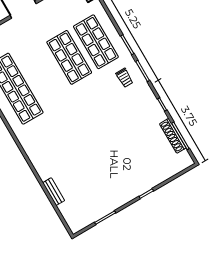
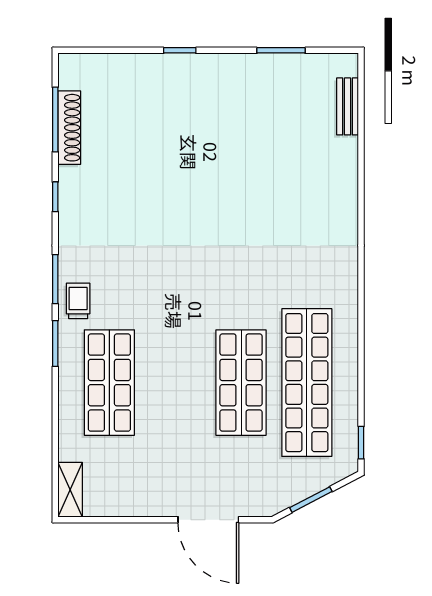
shop shelf: (69, 57) -> (241, 383), moved
trolley: (124, 78) -> (78, 301), moved
bench: (54, 192) -> (348, 106), moved

